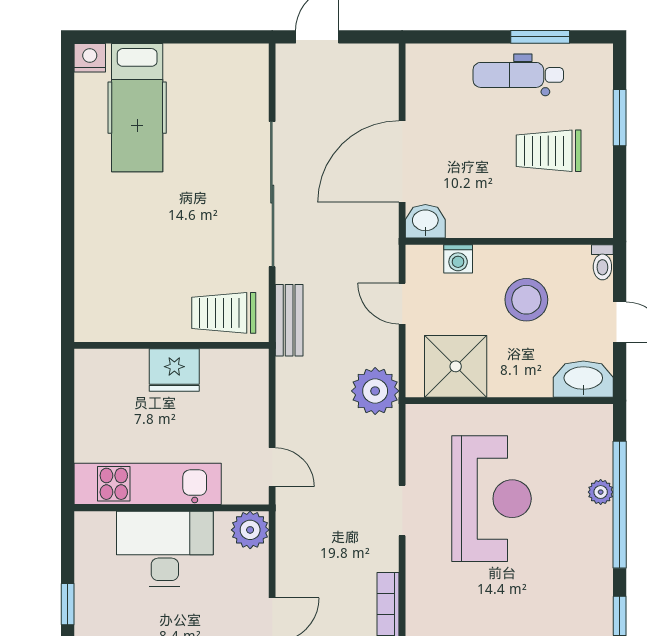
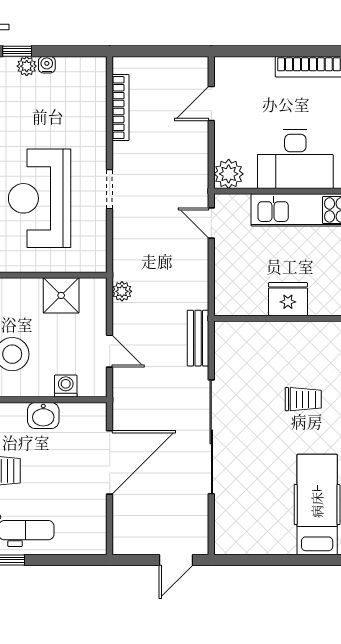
washbasin: (425, 221) -> (43, 416), moved
trolley: (224, 313) -> (303, 399), moved, width x0.73, depth x0.72
shower: (456, 366) -> (61, 295), width x0.73, depth x0.73
plant: (375, 391) -> (122, 291), width x0.53, depth x0.53

